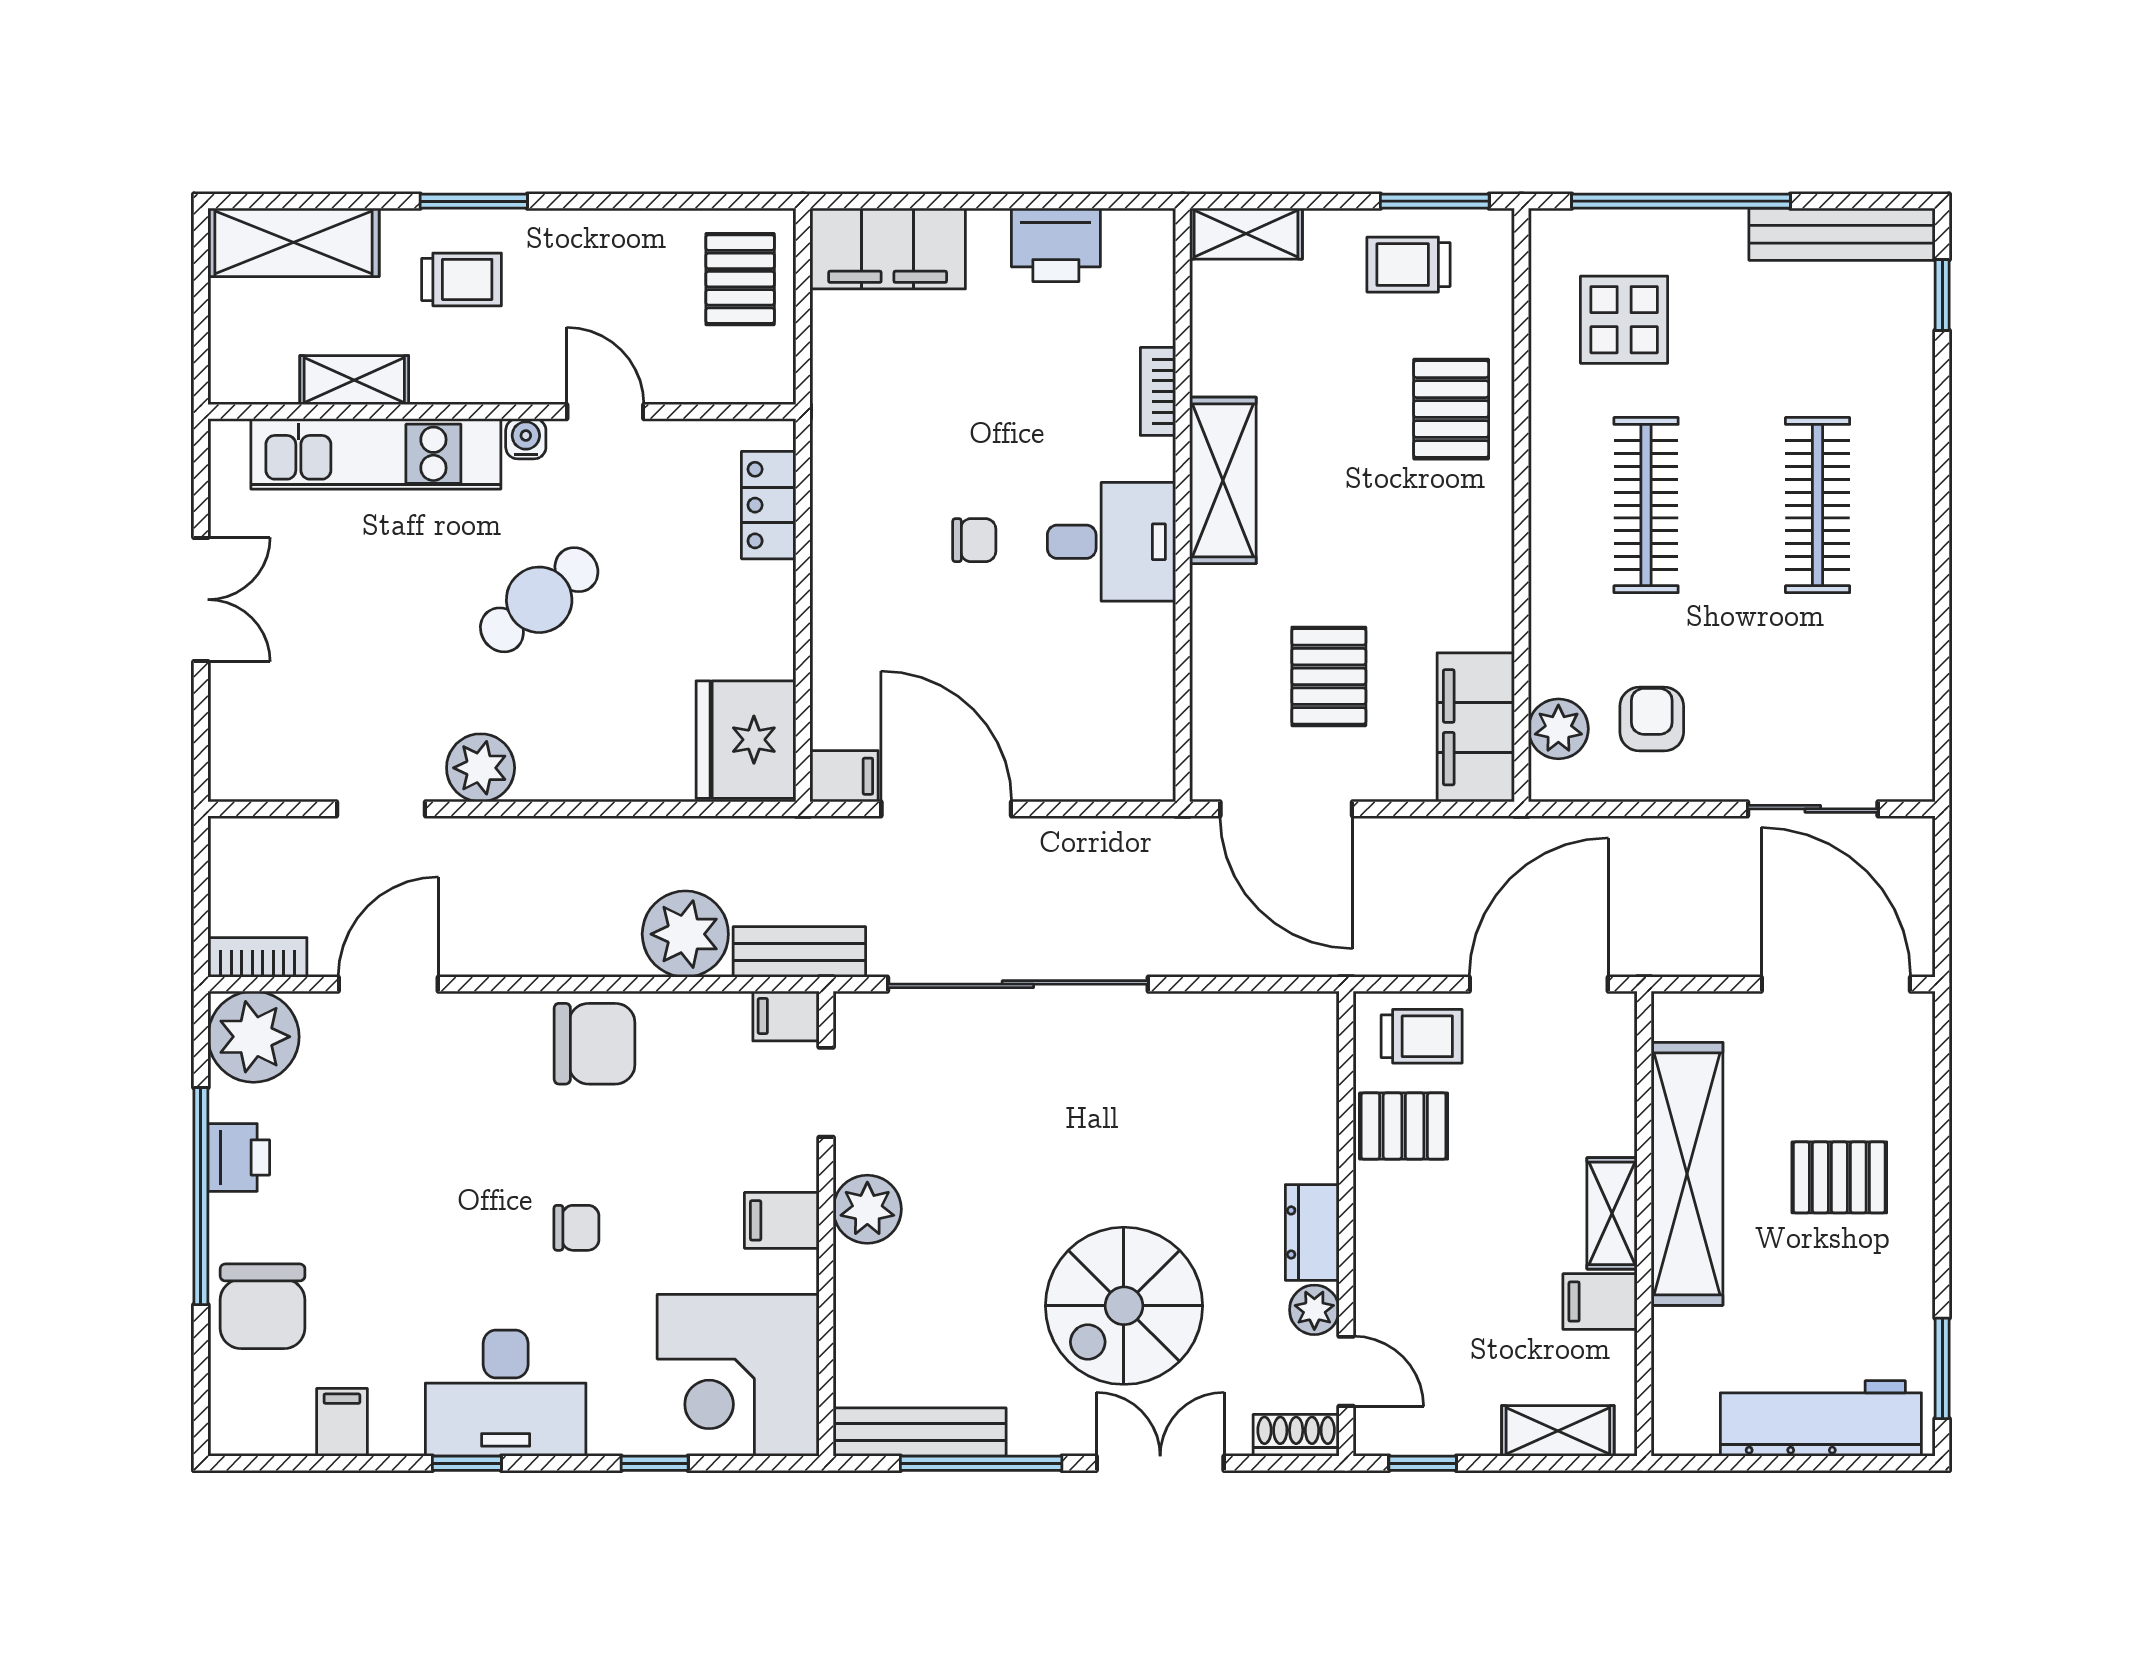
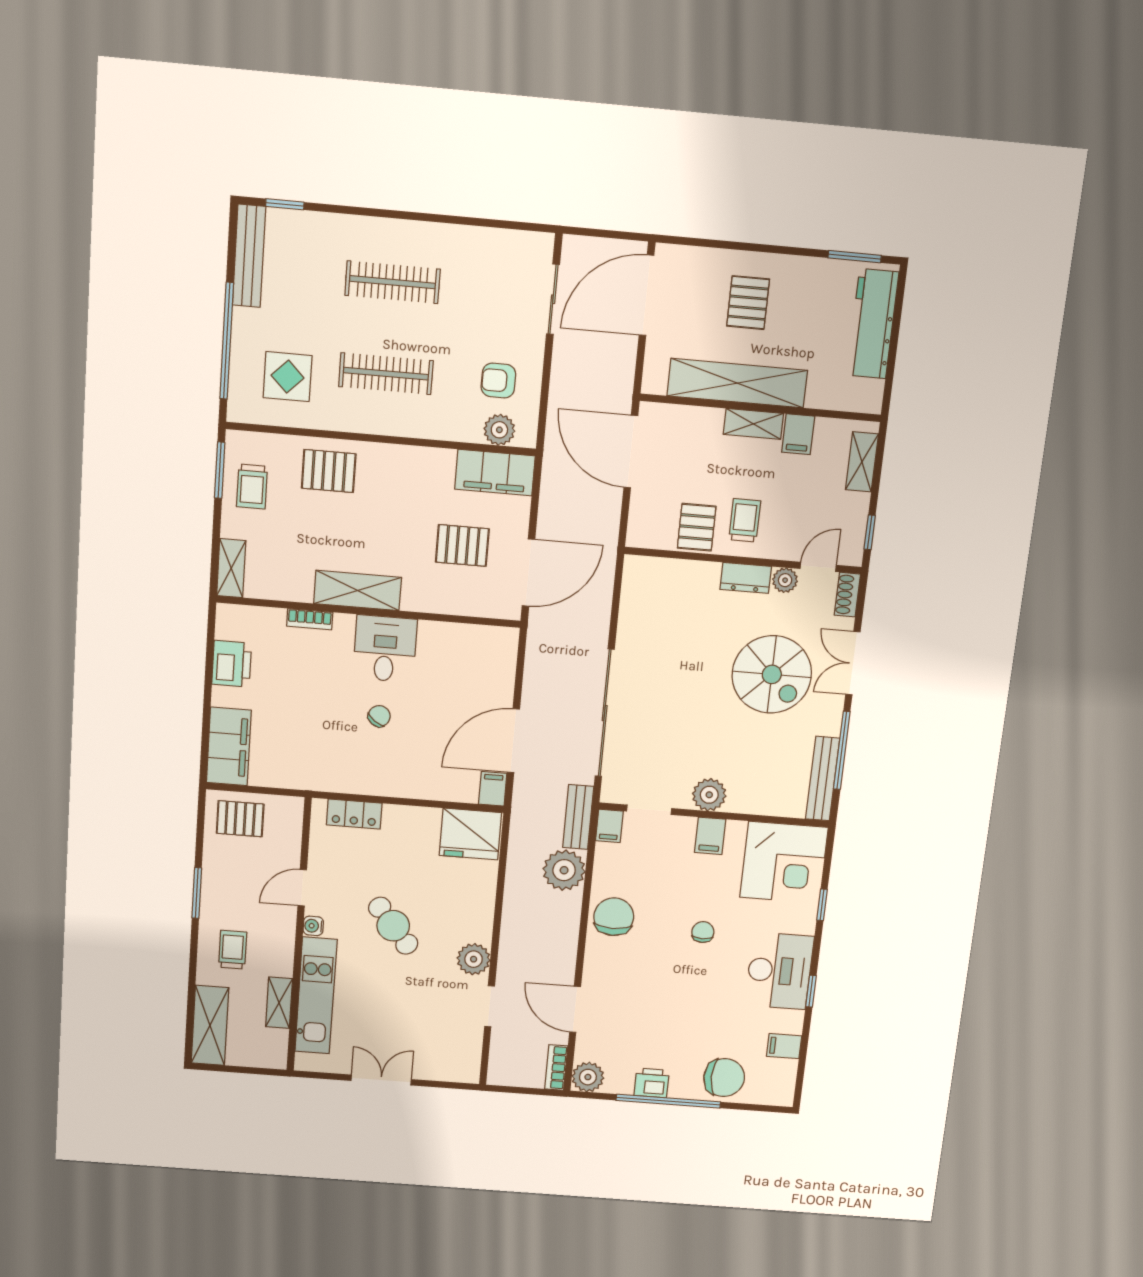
window: (474, 201) -> (197, 893), moved
chair: (974, 540) -> (379, 716), turned 37
trolley: (1422, 1036) -> (745, 520), moved
plant: (254, 1037) -> (588, 1077), width x0.73, depth x0.73

